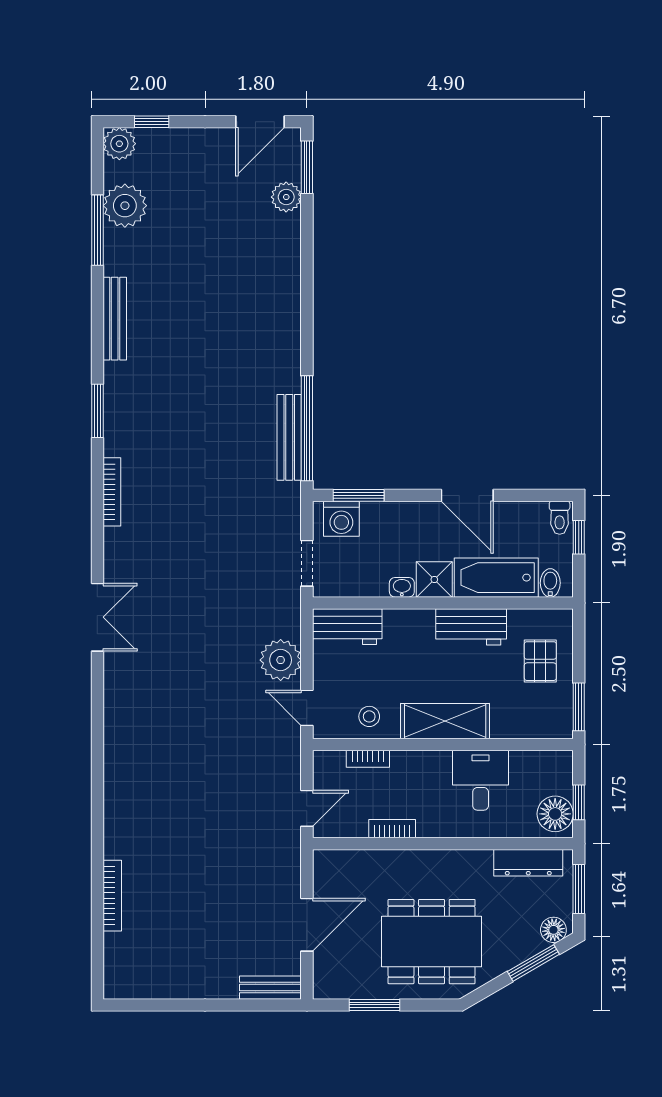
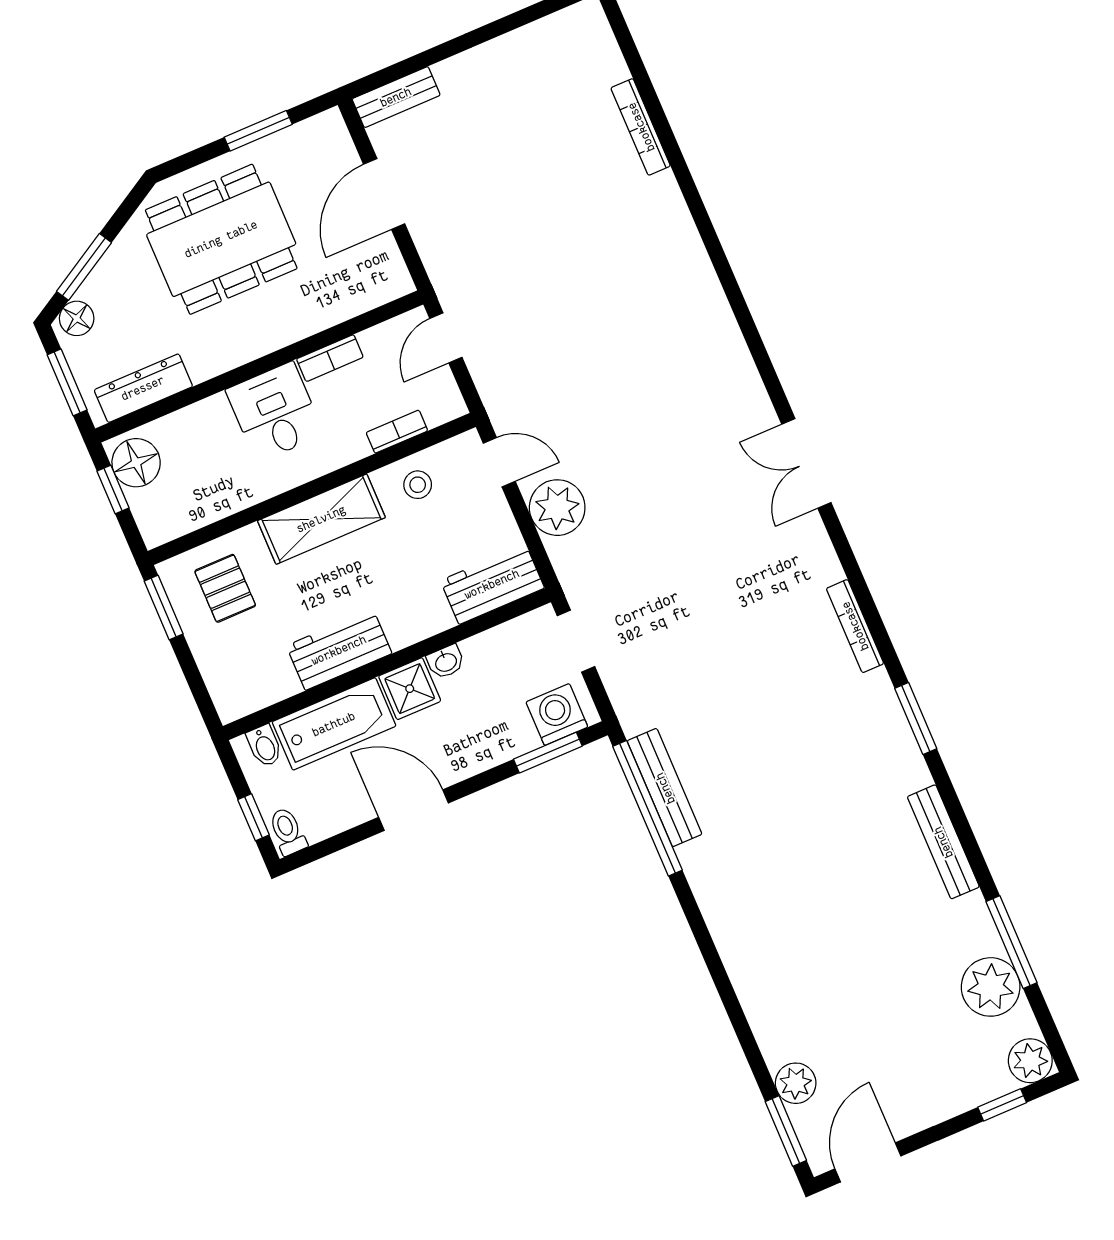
pallet: (540, 661) -> (225, 588), moved
desk: (481, 780) -> (275, 412), moved, turned 180

